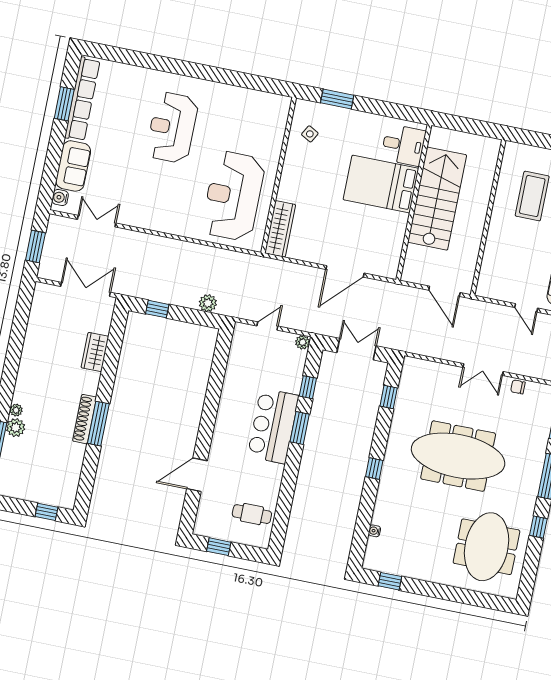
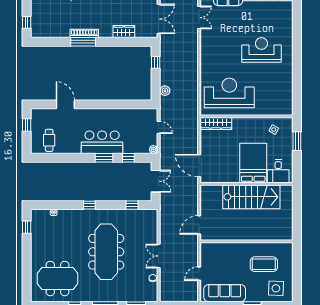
desk: (403, 145) -> (278, 171), moved
bed: (381, 184) -> (253, 163), moved
stairs: (437, 199) -> (251, 197), moved
wall: (414, 202) -> (246, 184), moved

